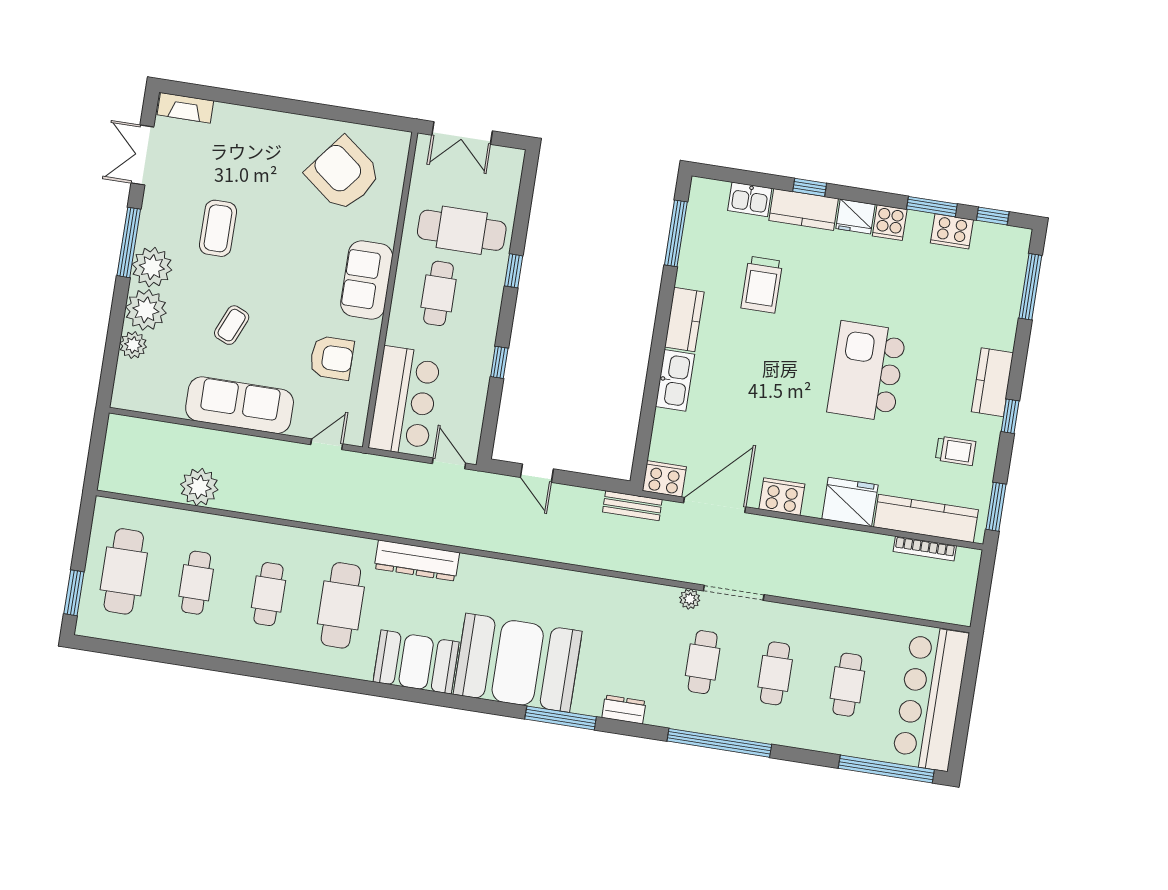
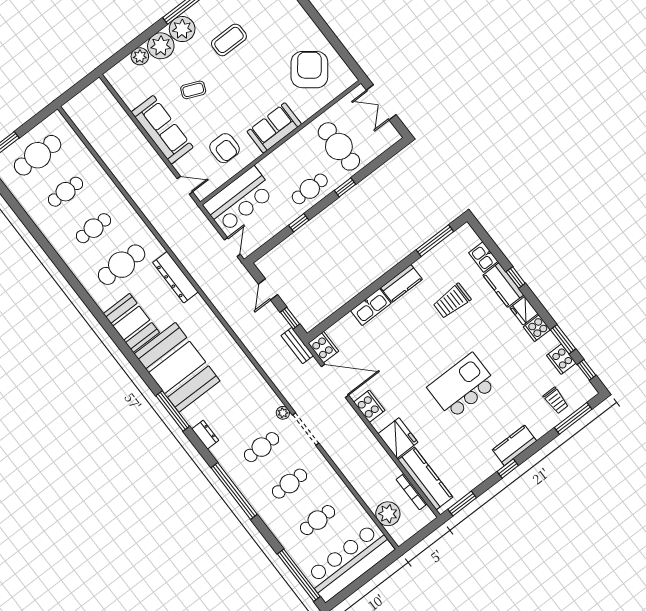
cafe table: (439, 293) -> (310, 189), moved
trolley: (956, 451) -> (556, 401), moved
window: (594, 482) -> (290, 318), added
plant: (199, 487) -> (388, 514), moved

